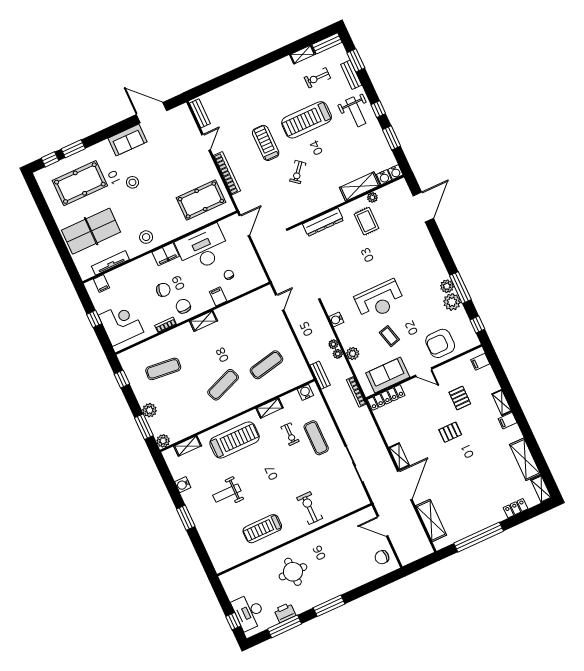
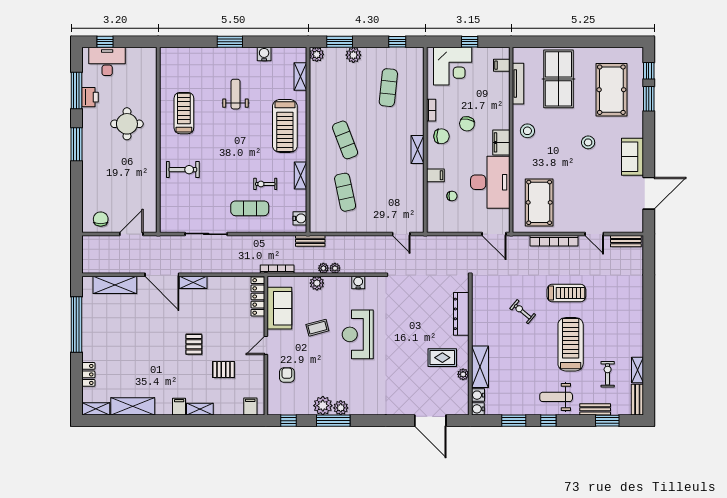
armchair: (440, 343) -> (287, 375), width x0.53, depth x0.53

